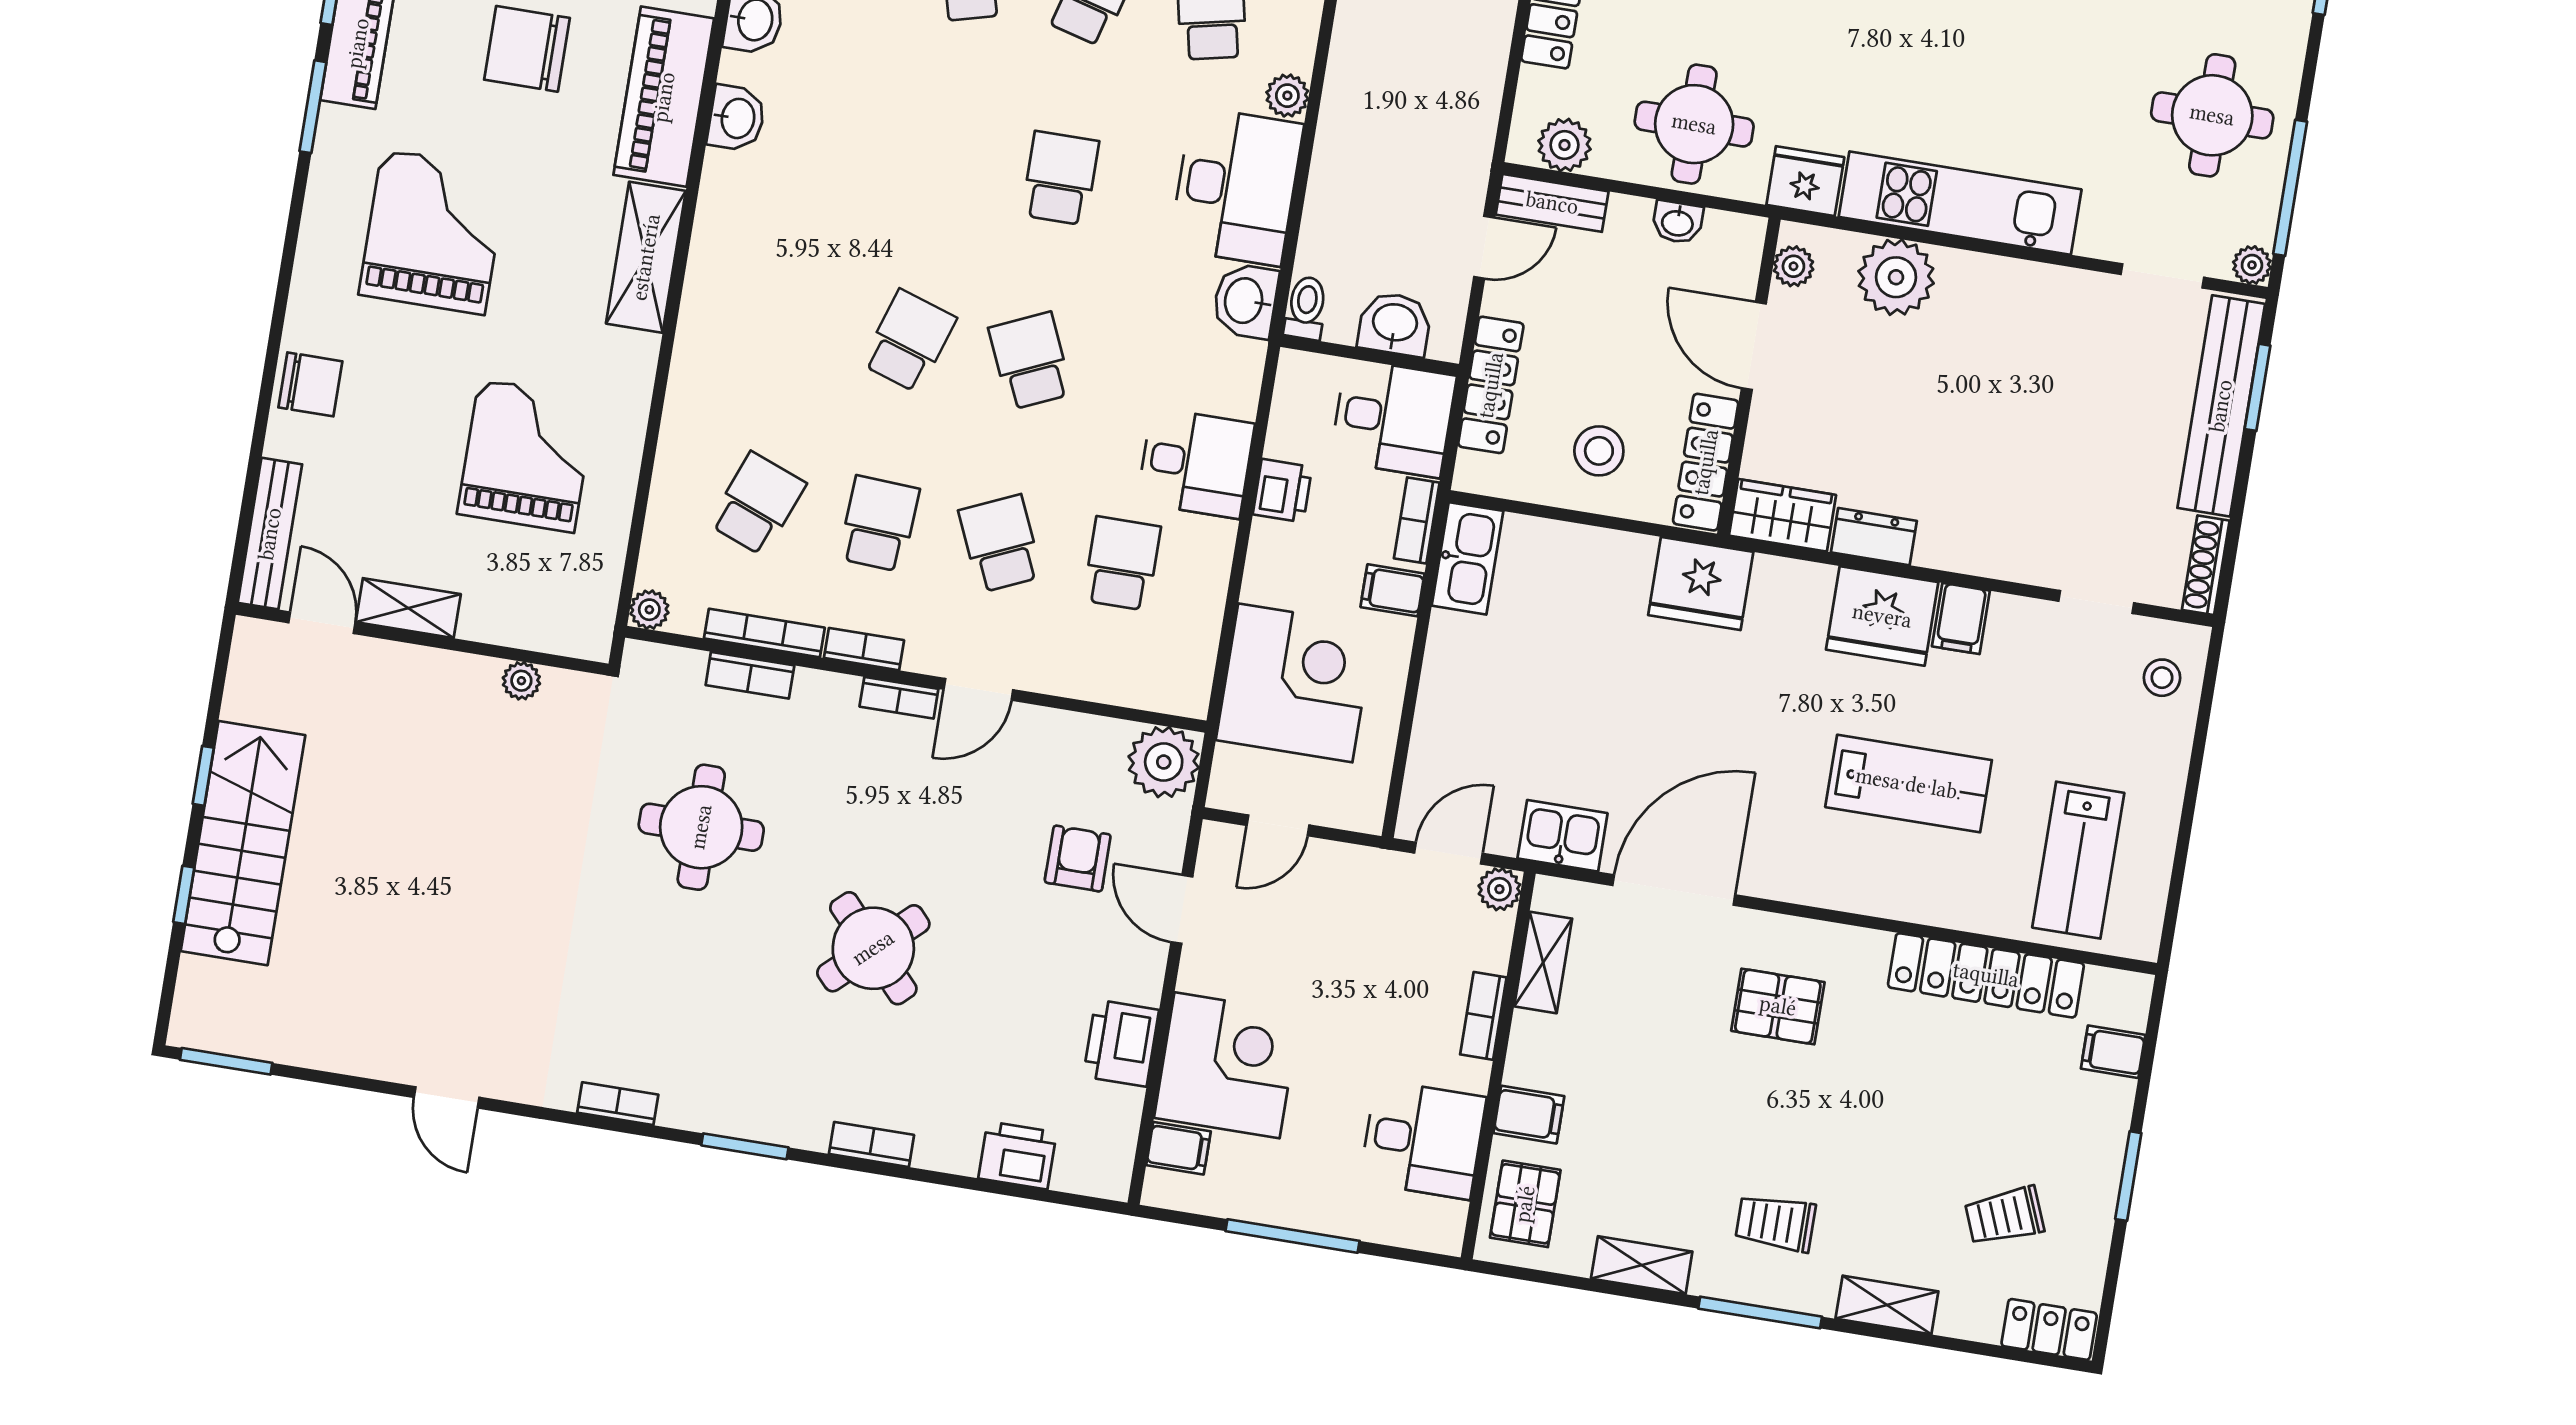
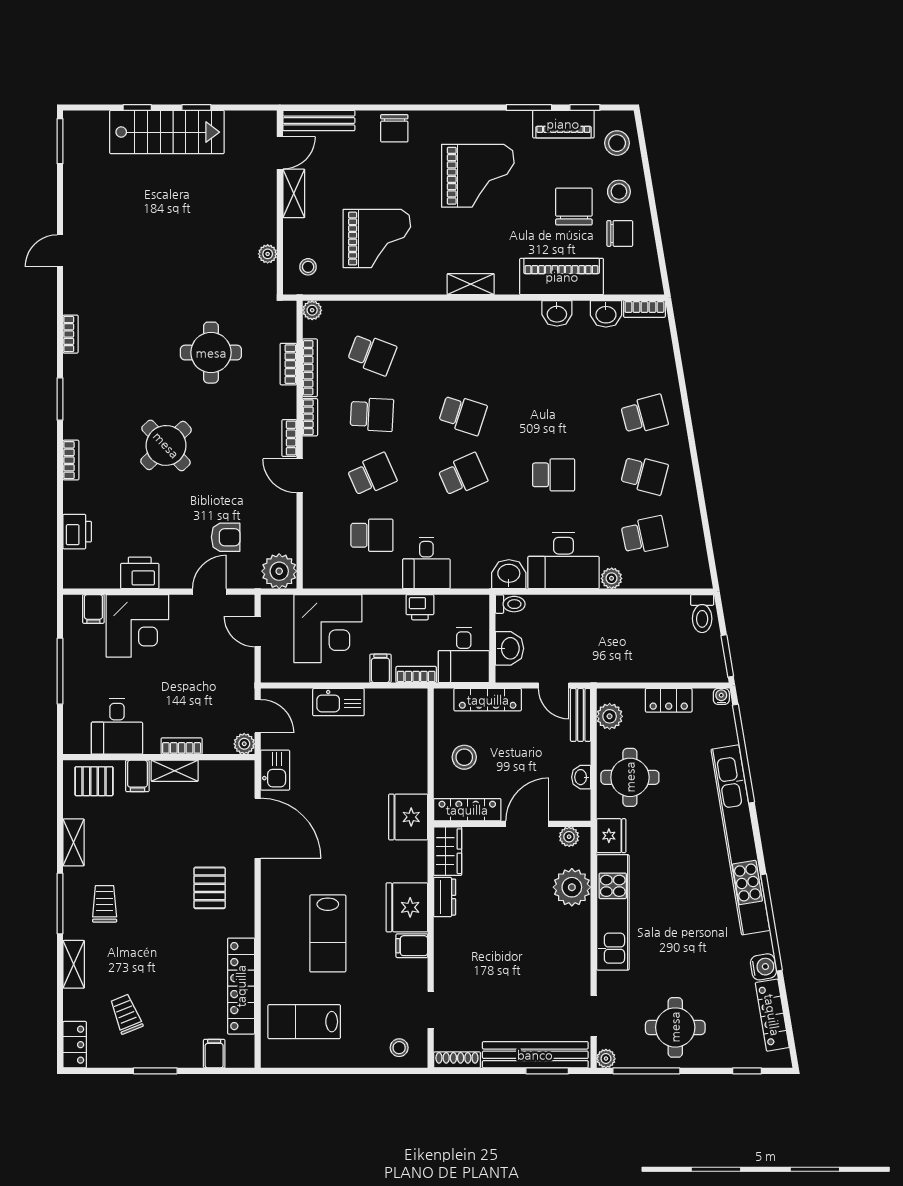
shelving: (646, 257) -> (471, 284), width x0.67, depth x0.75
kitchen sink: (1467, 558) -> (338, 702), moved
stool: (561, 604) -> (308, 267), added
shelving: (1543, 962) -> (175, 771), moved

